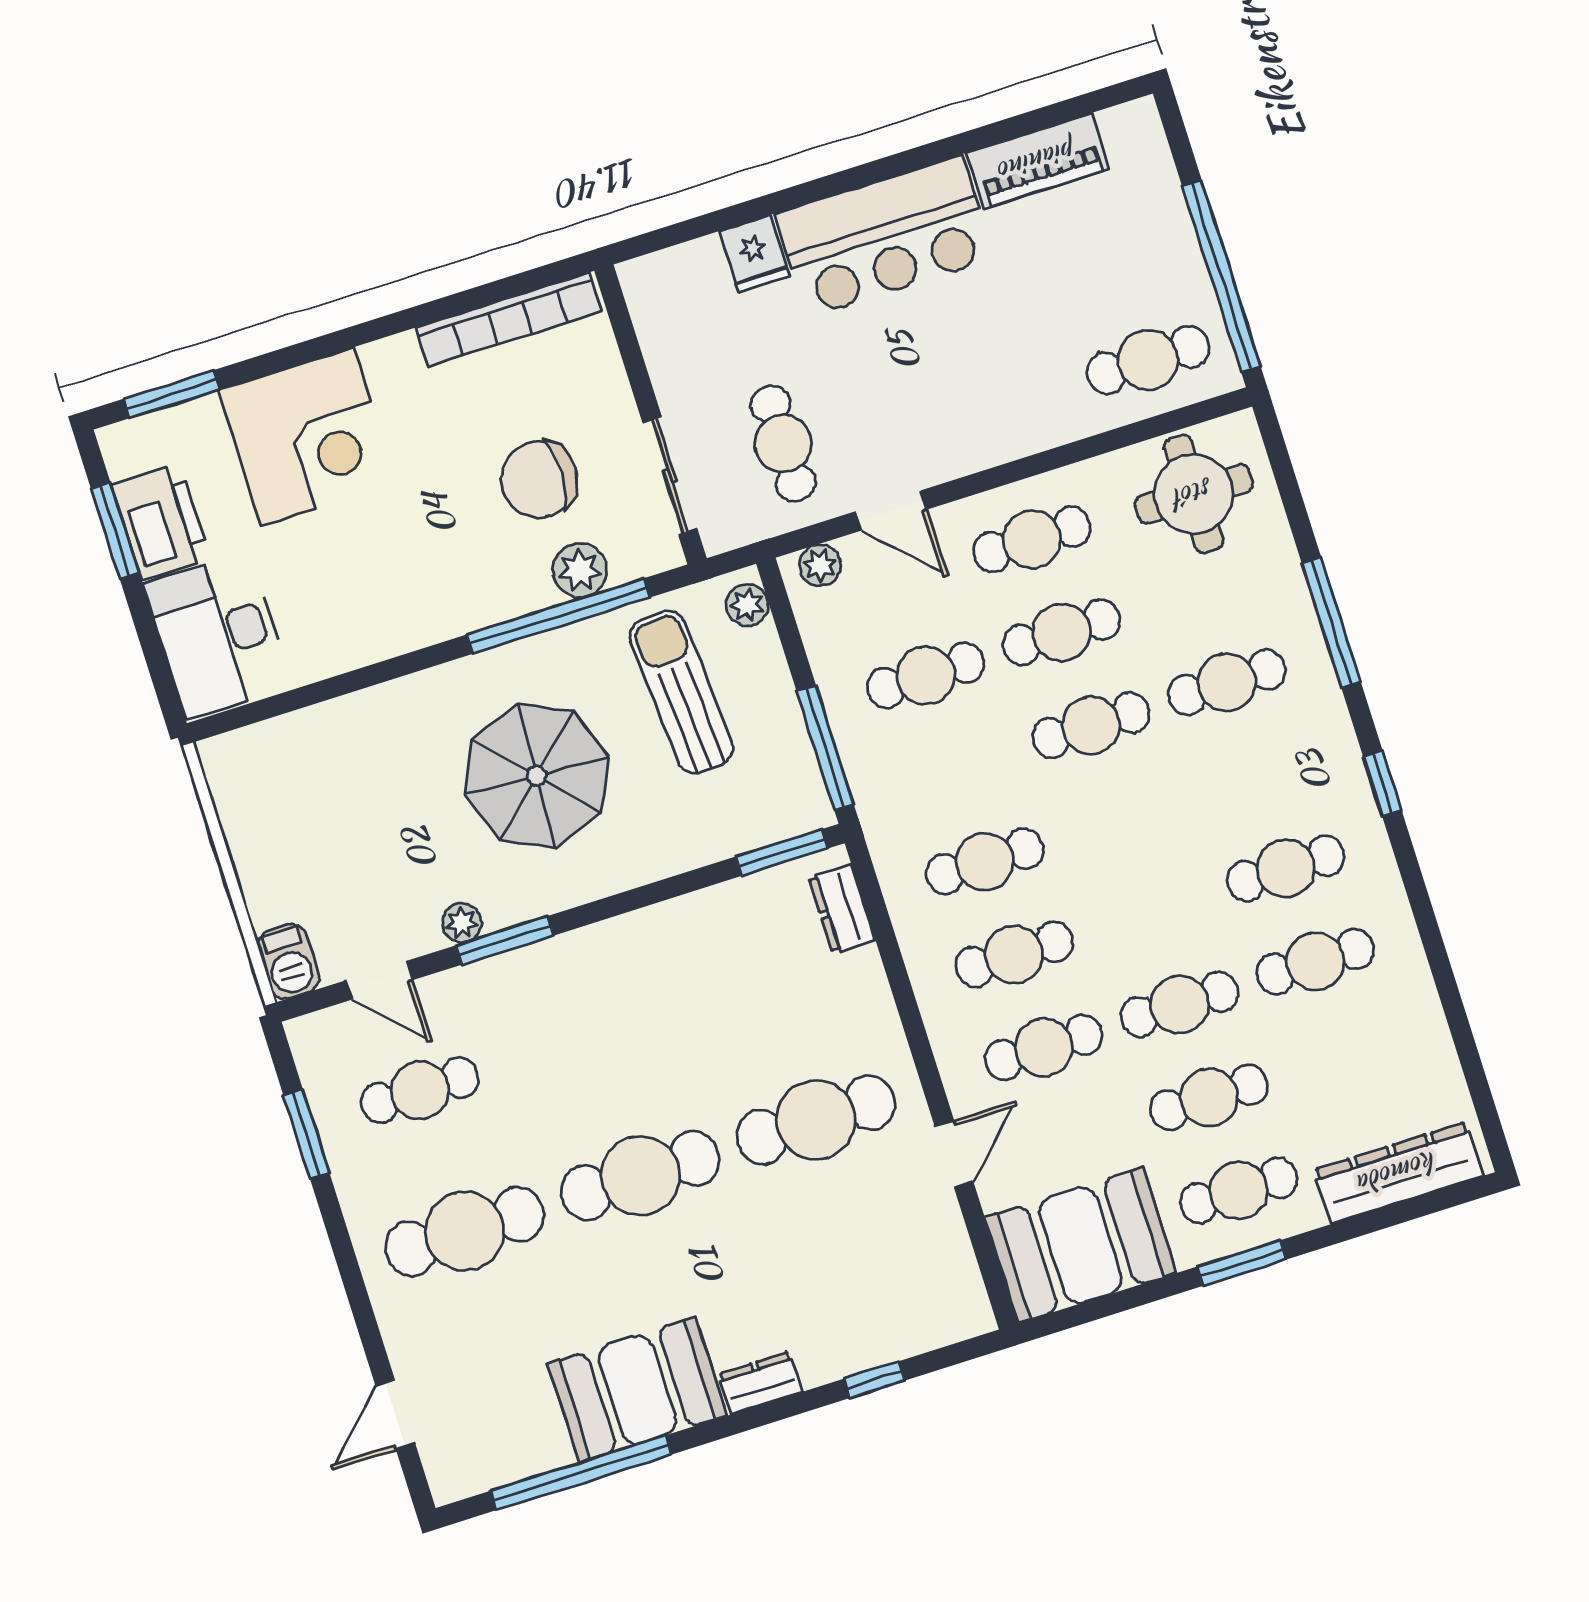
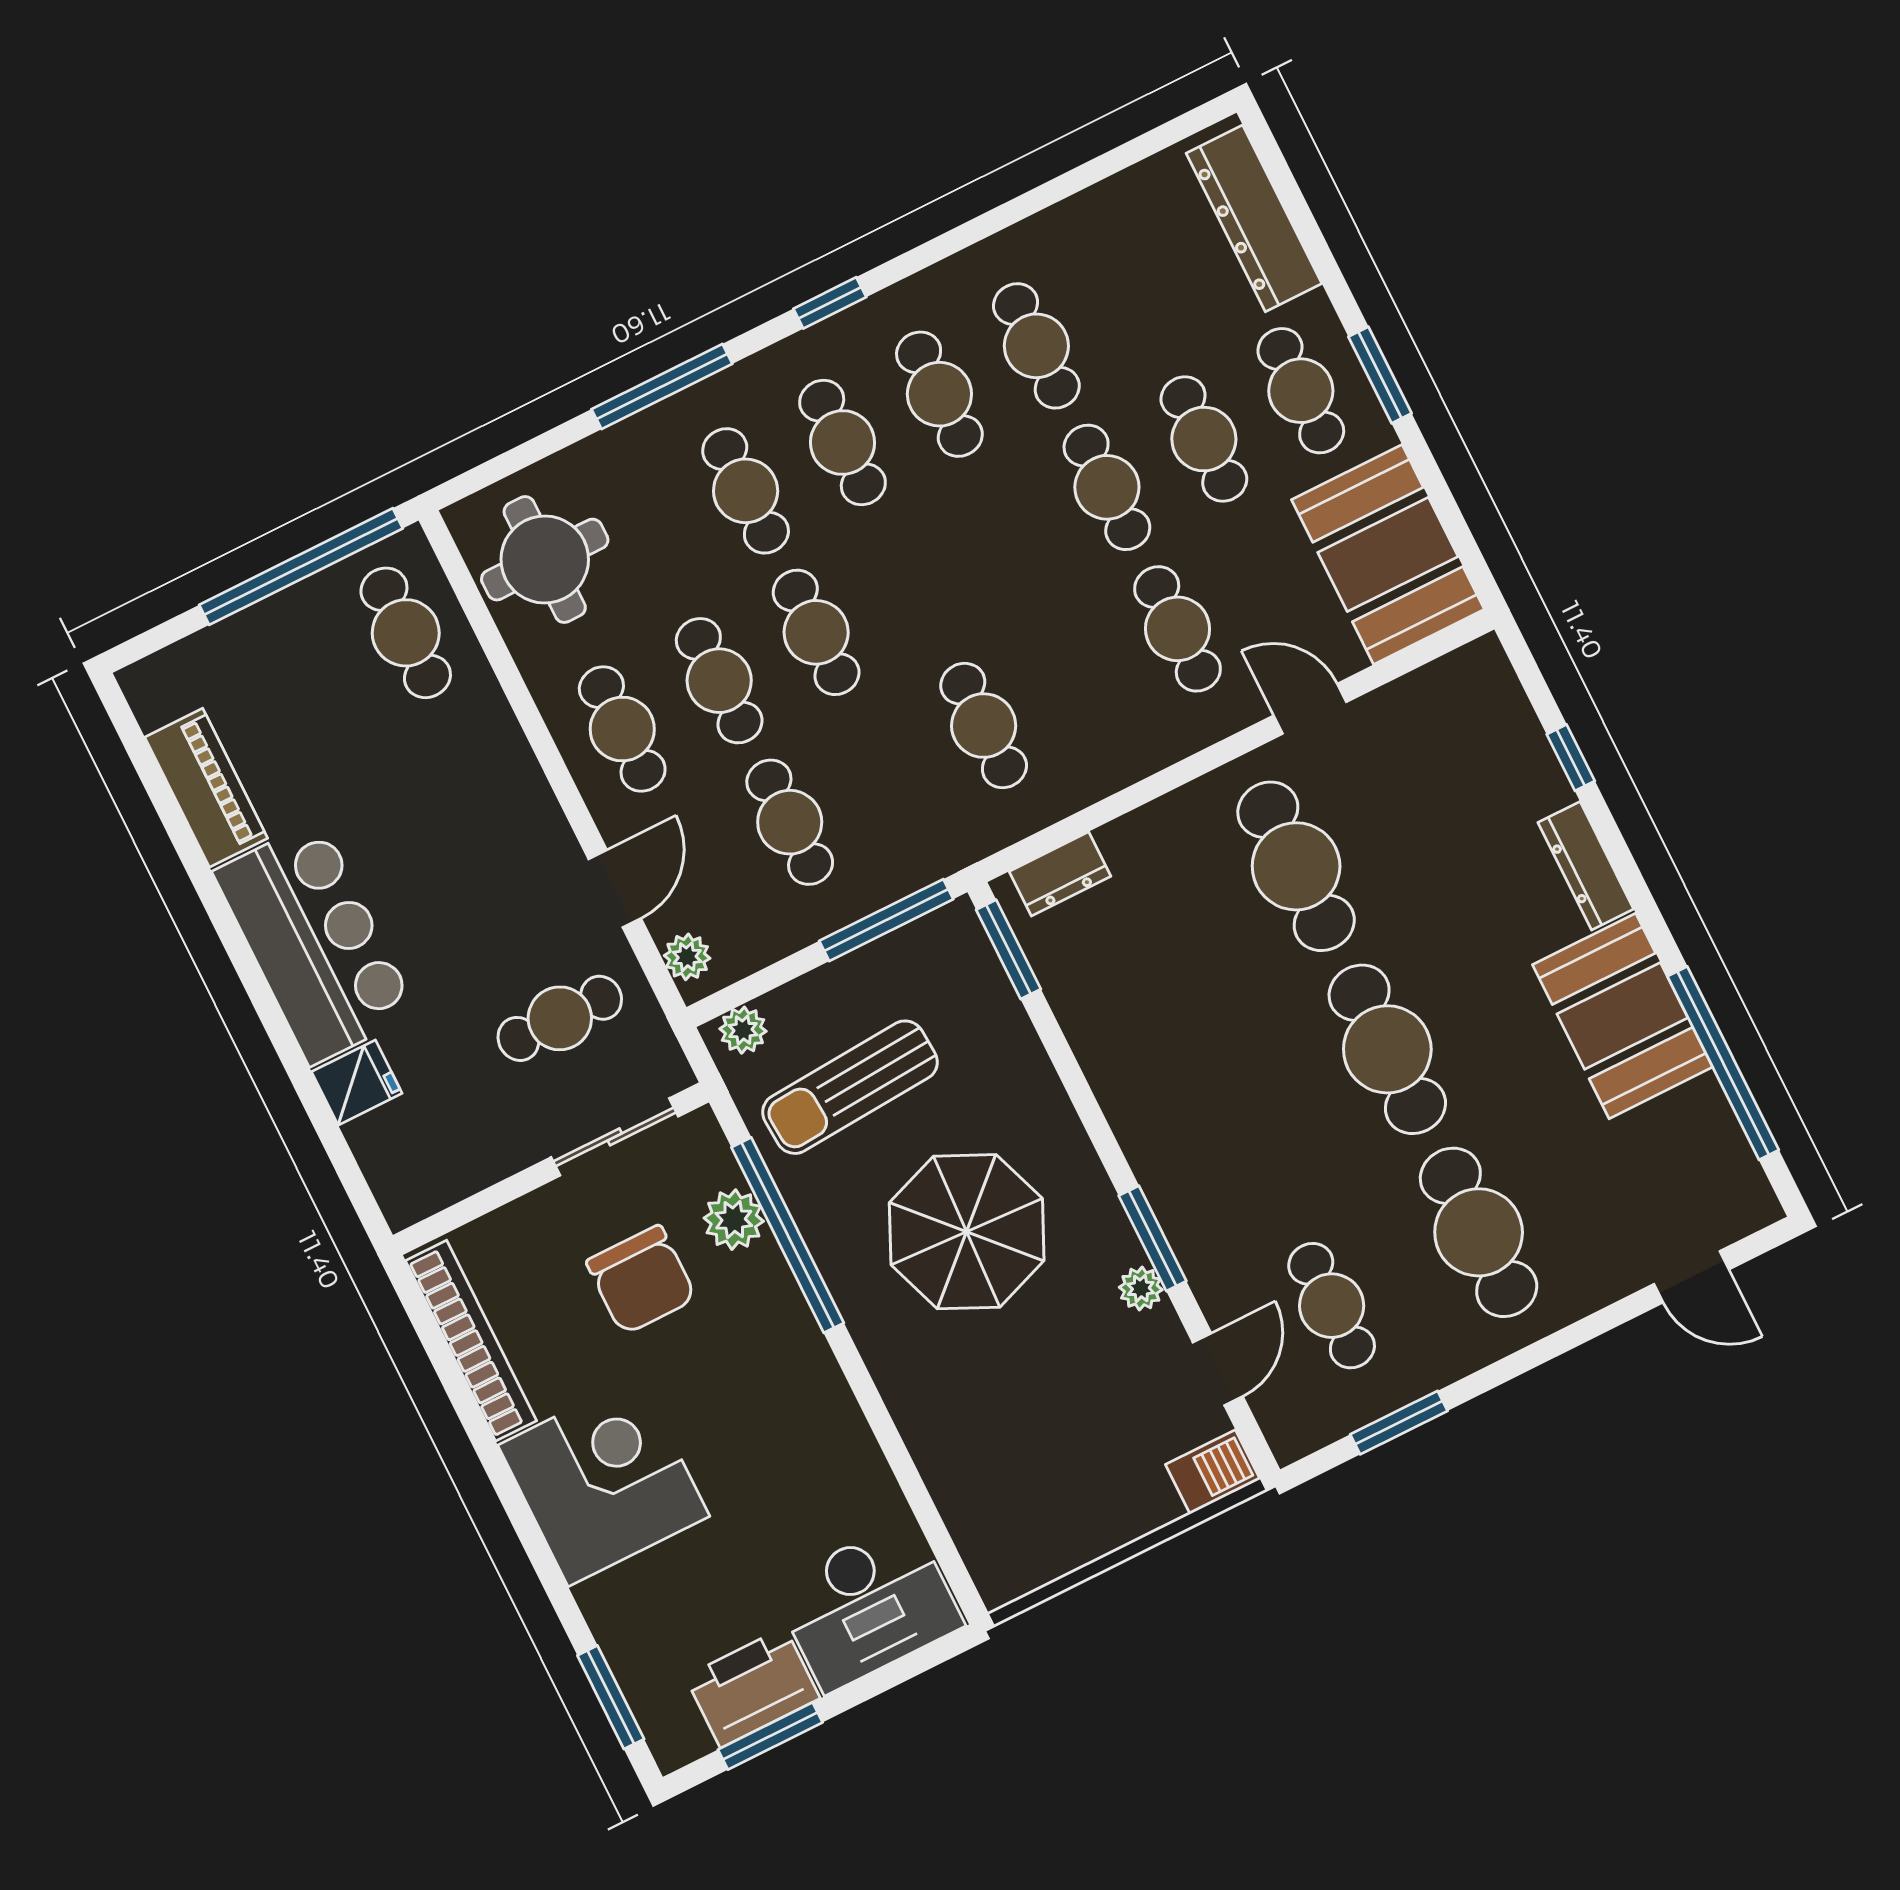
corner desk: (307, 436) -> (604, 1481), moved
cafe table: (1014, 955) -> (843, 443), moved
dresser: (760, 1383) -> (1586, 866), width x1.44

